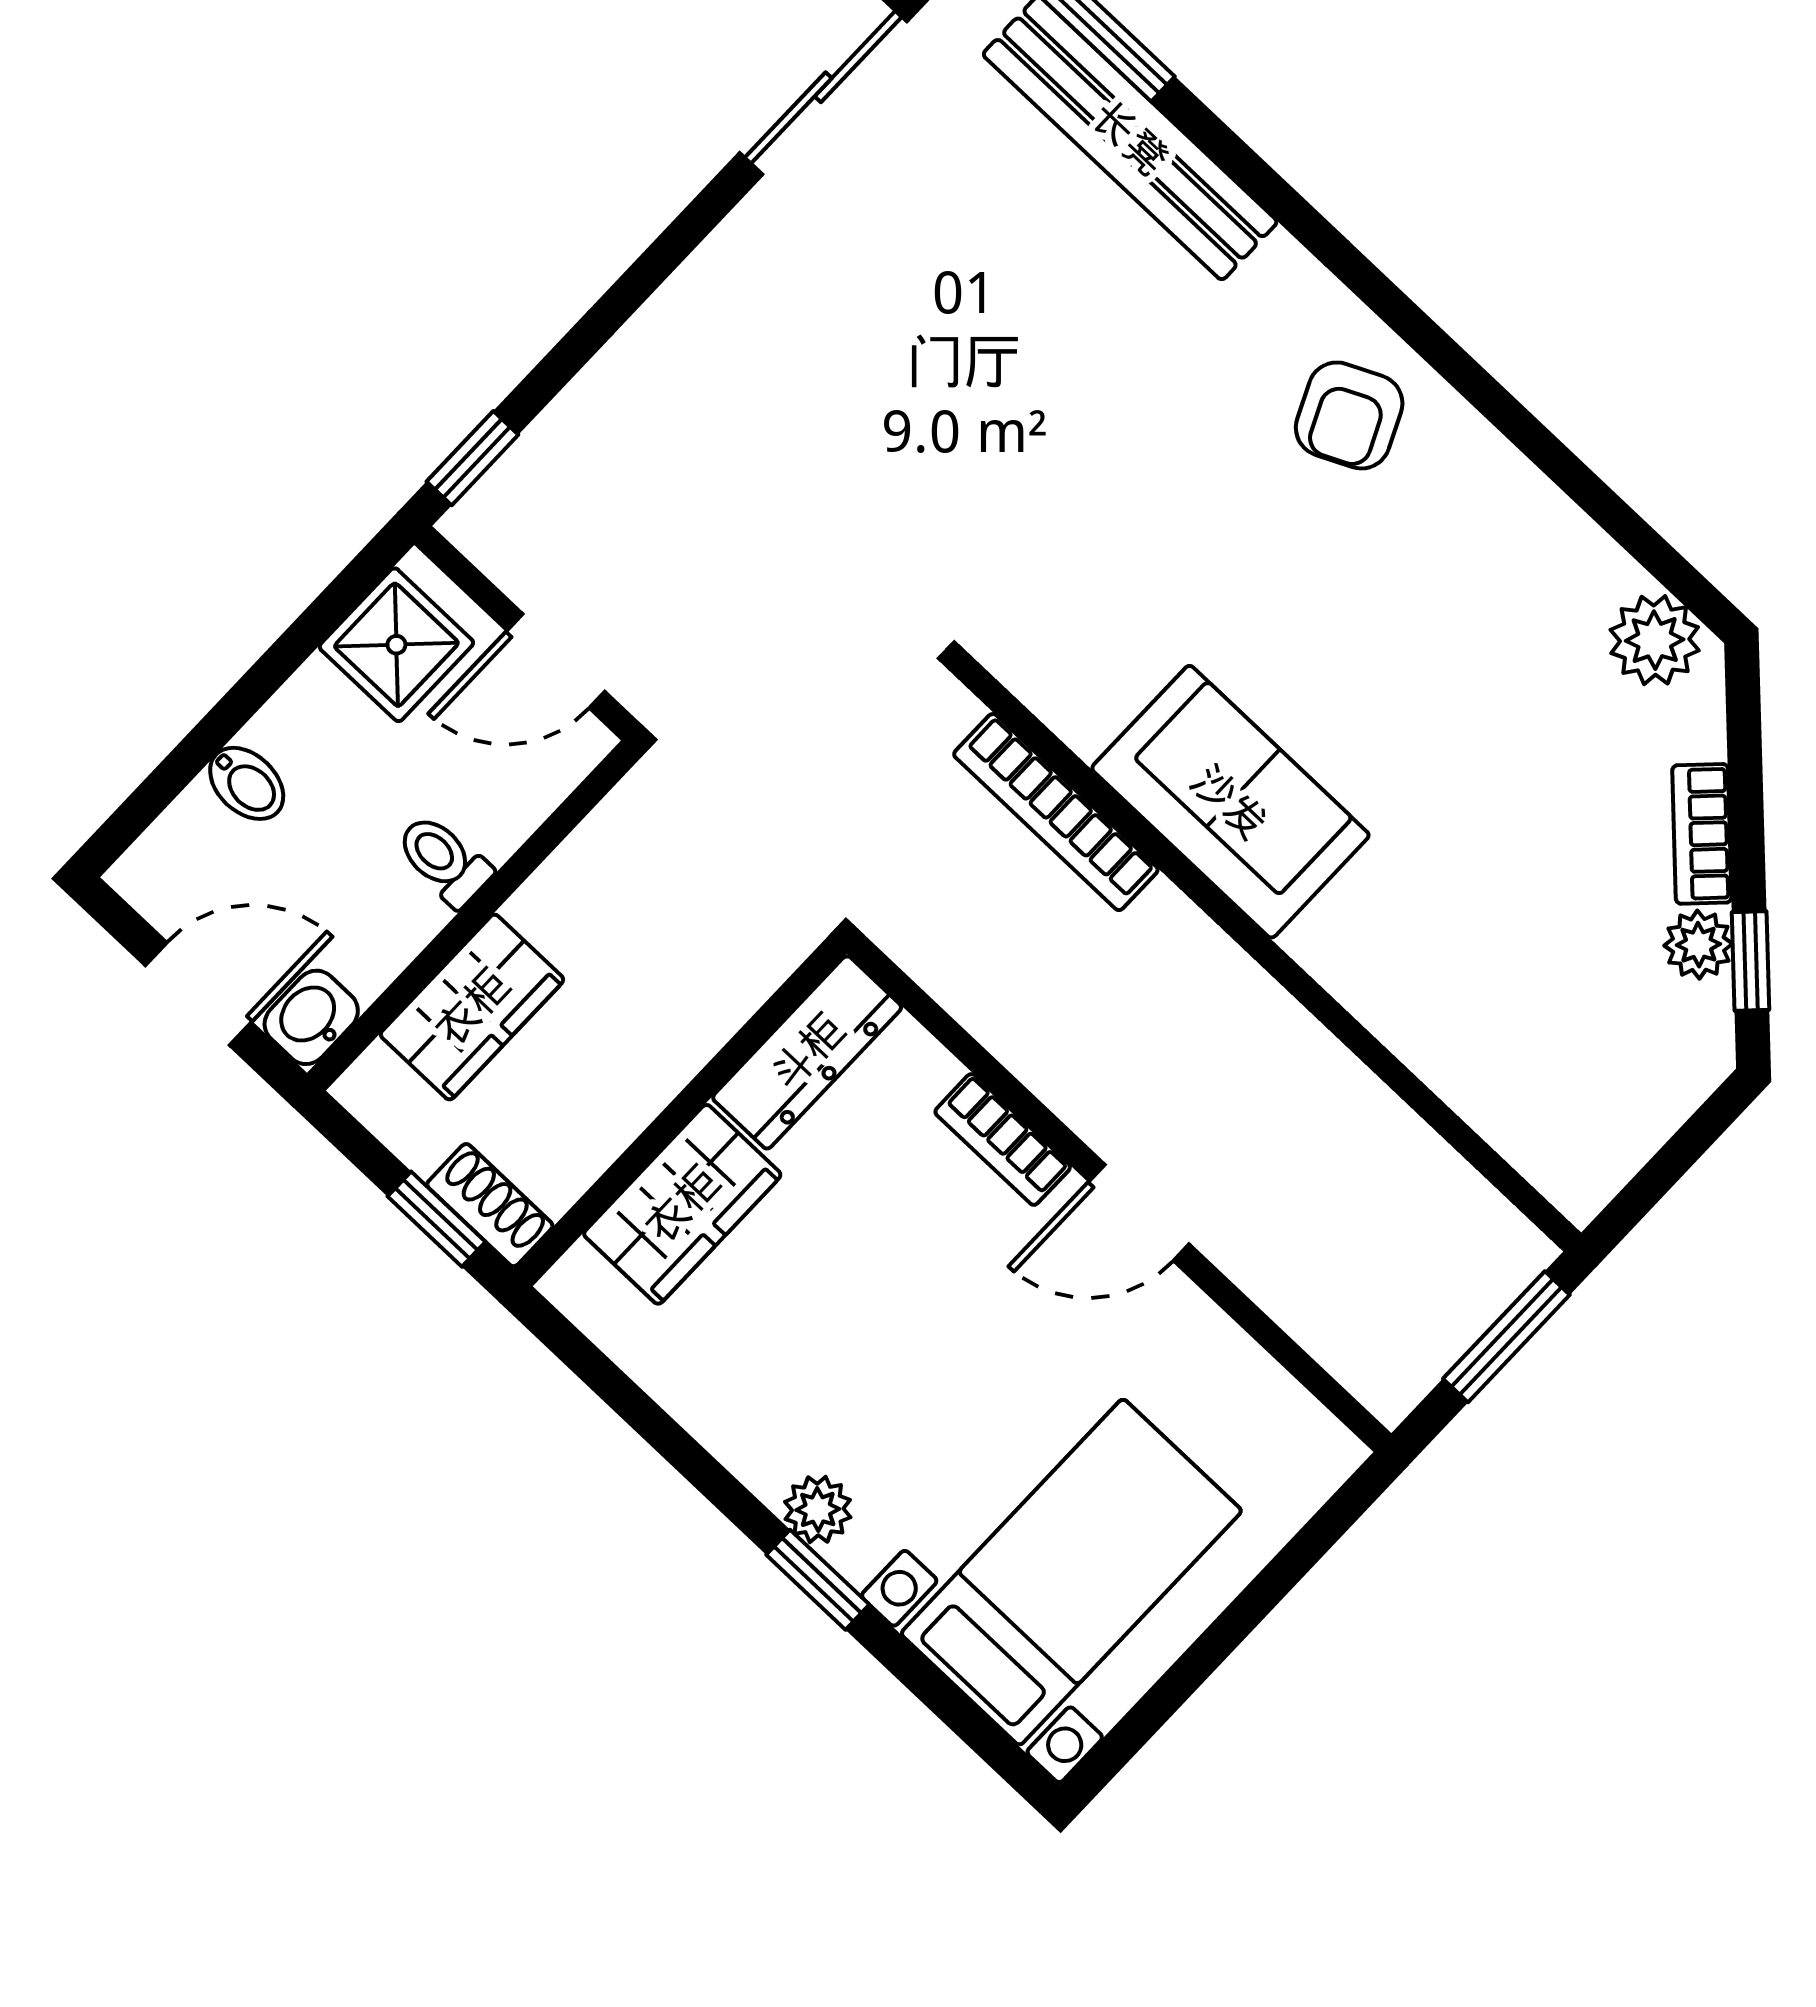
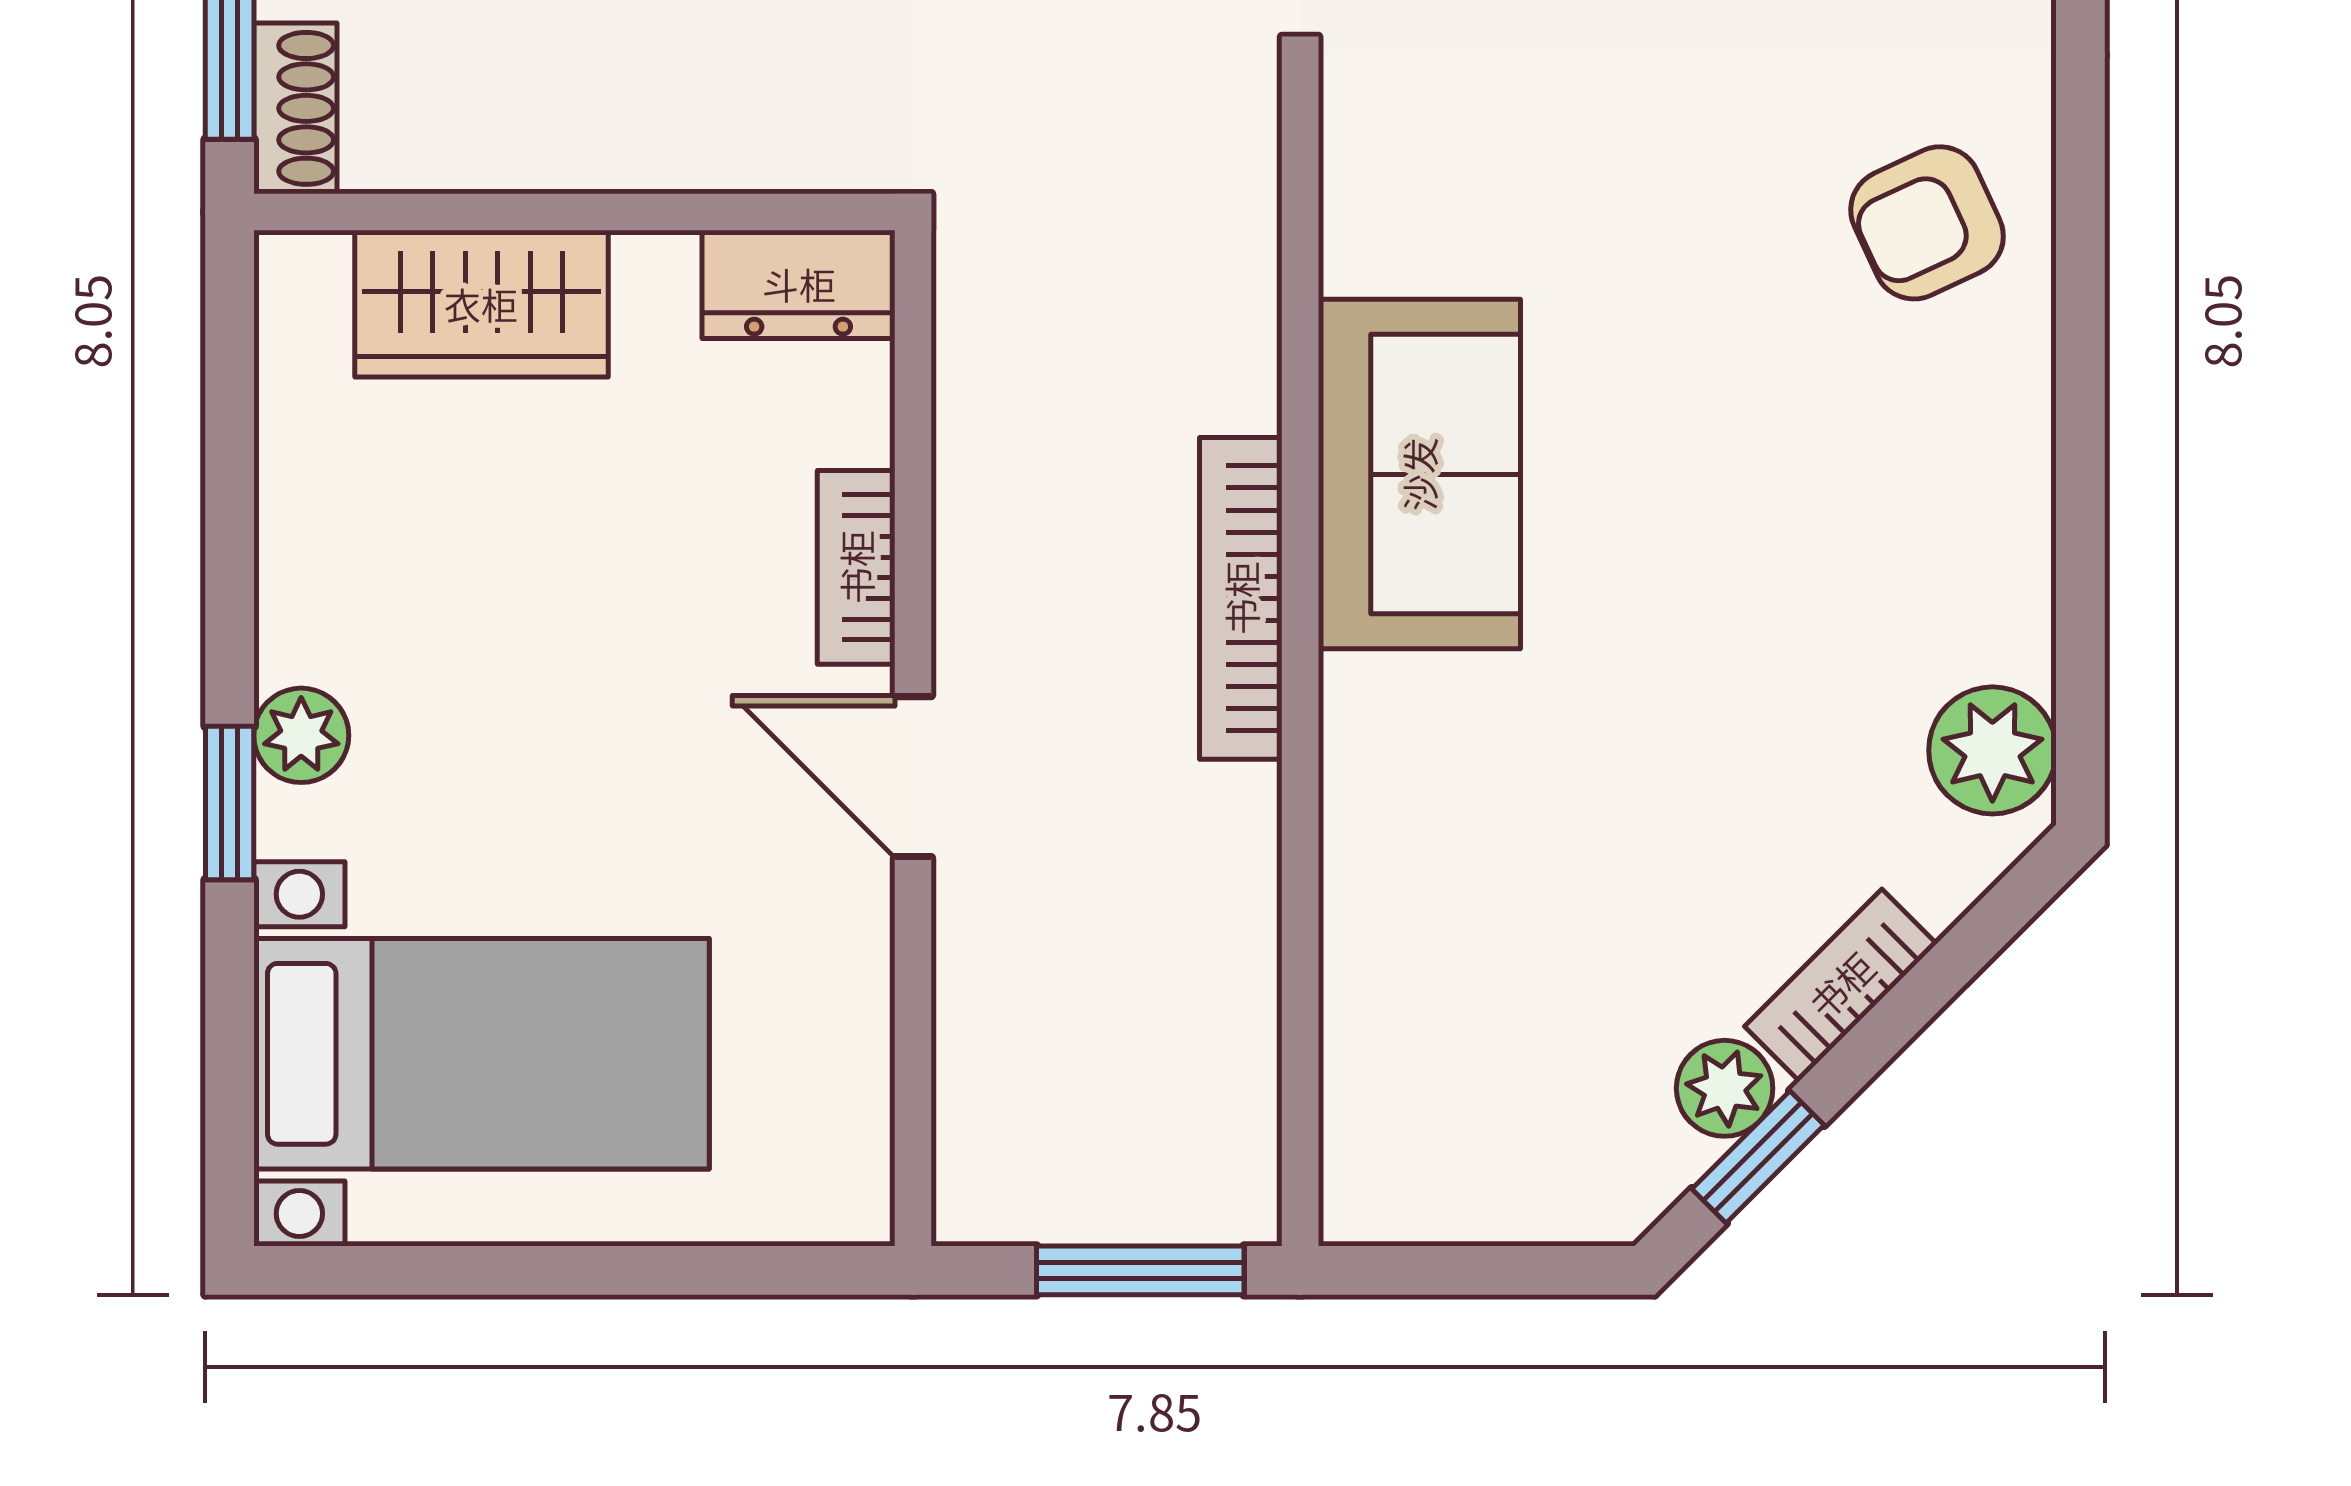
bookcase: (1056, 812) -> (1241, 598), moved
dresser: (807, 1052) -> (799, 284), width x0.70

